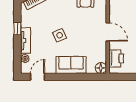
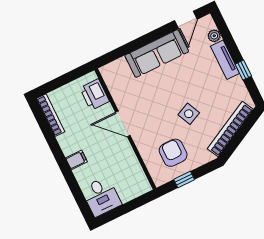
side table: (60, 35) -> (189, 114), moved
sofa: (71, 65) -> (157, 54), width x1.36
floor lamp: (101, 68) -> (109, 72), removed

